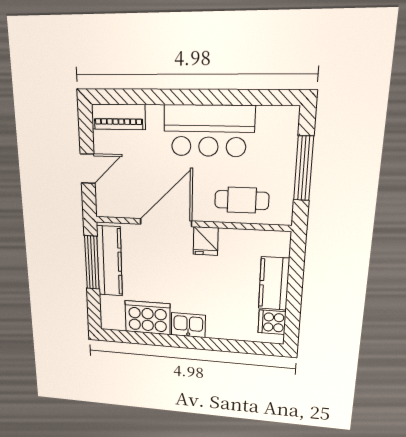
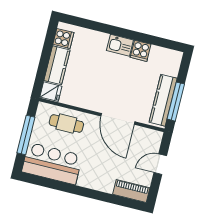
bar counter: (209, 131) -> (52, 164), moved
door: (166, 223) -> (118, 119), hinge flipped
fridge: (206, 241) -> (51, 92), moved, turned 90
cooker: (148, 318) -> (141, 51), width x0.53, depth x0.76

